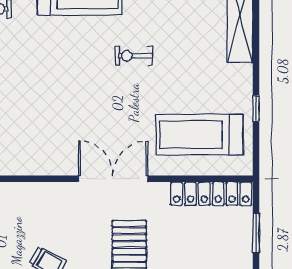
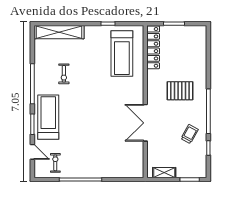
exercise bike: (134, 56) -> (64, 74), moved
double door: (113, 179) -> (145, 123), moved

